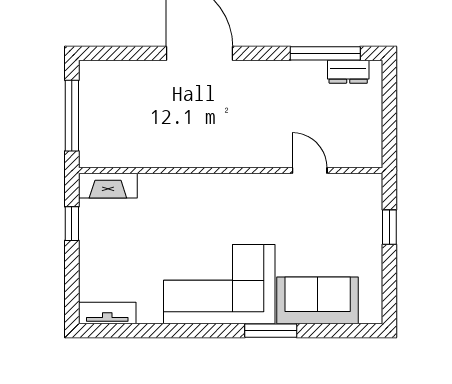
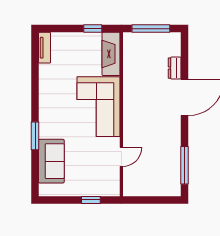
dresser: (348, 72) -> (175, 68), moved
fireplace: (108, 186) -> (111, 54), width x1.37, depth x1.32
corner sofa: (219, 284) -> (99, 107), moved, turned 180

